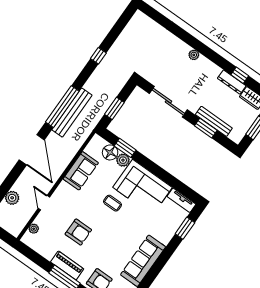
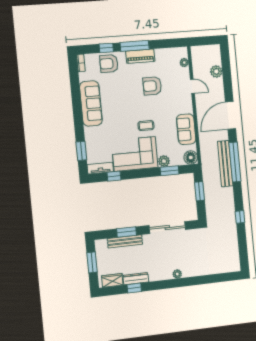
door: (32, 150) -> (231, 115), hinge flipped
floor lamp: (110, 152) -> (191, 157), moved
window: (176, 184) -> (114, 176), added

